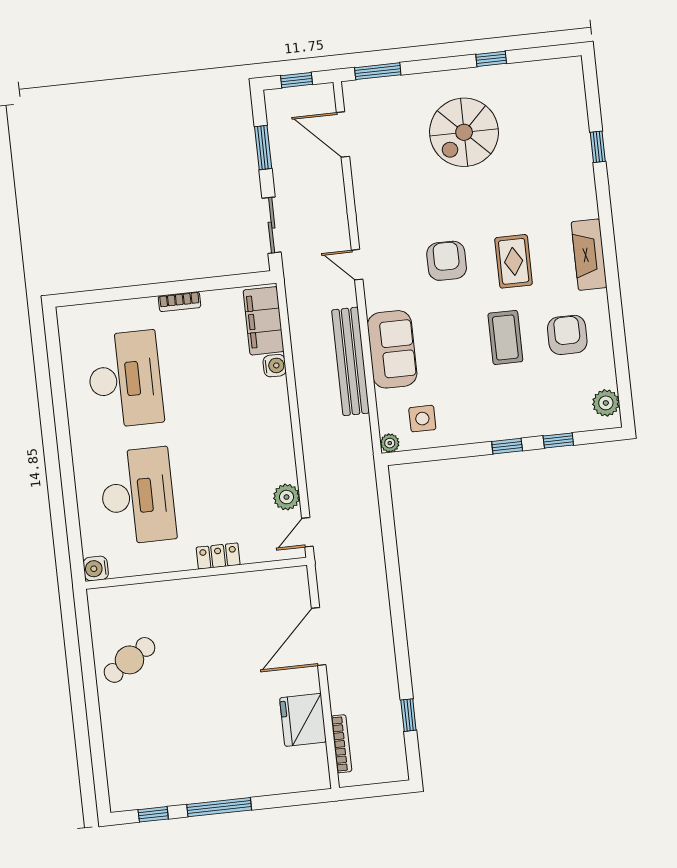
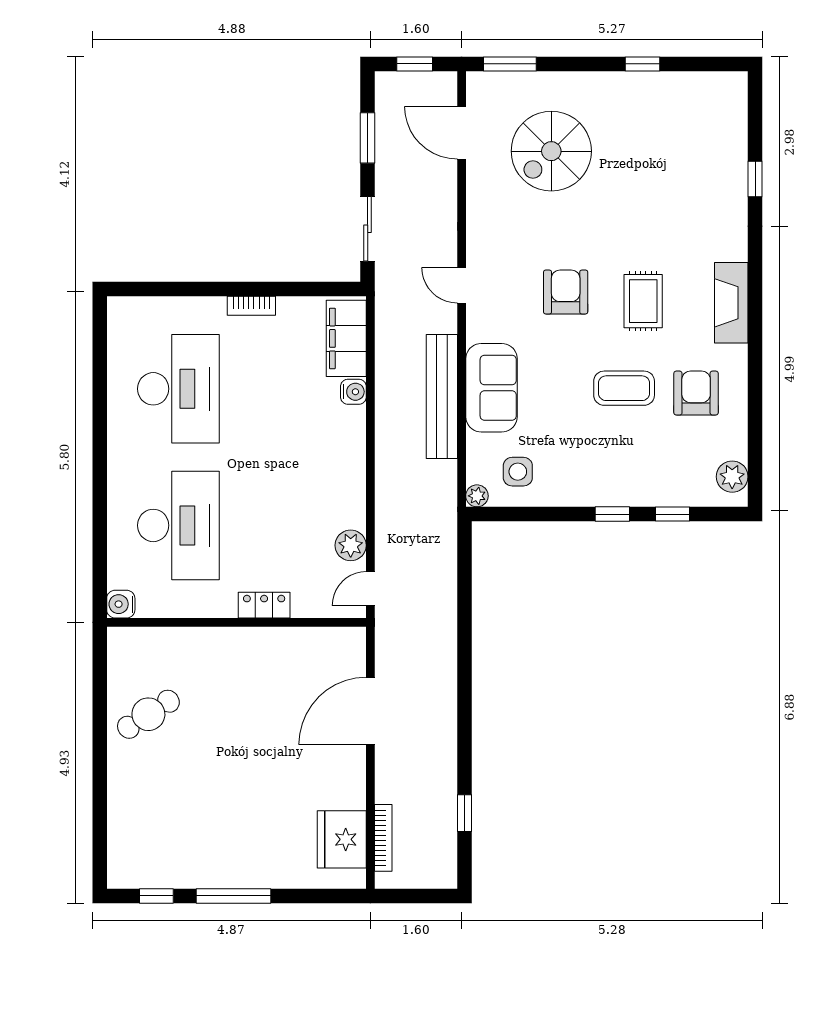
spiral stairs: (464, 132) -> (551, 151), moved
coffee table: (505, 337) -> (624, 388), turned 90
fridge: (303, 720) -> (342, 839), moved

